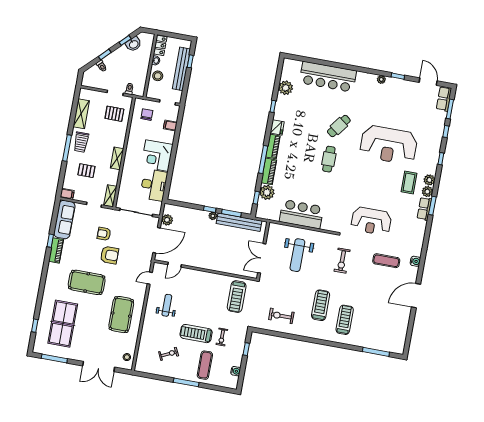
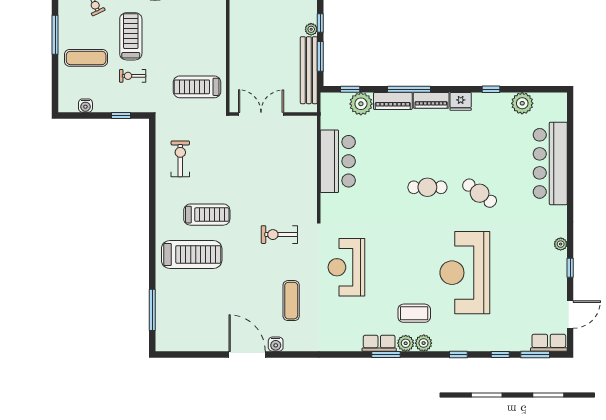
weight bench: (297, 255) -> (276, 166), removed
water cooler: (415, 261) -> (276, 344), moved
treadmill: (345, 320) -> (192, 254), width x1.37, depth x1.38

